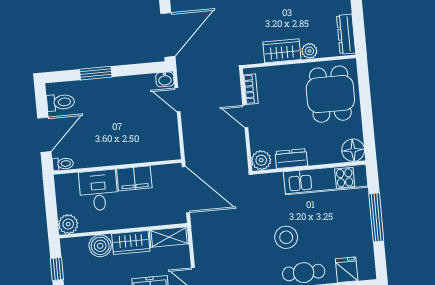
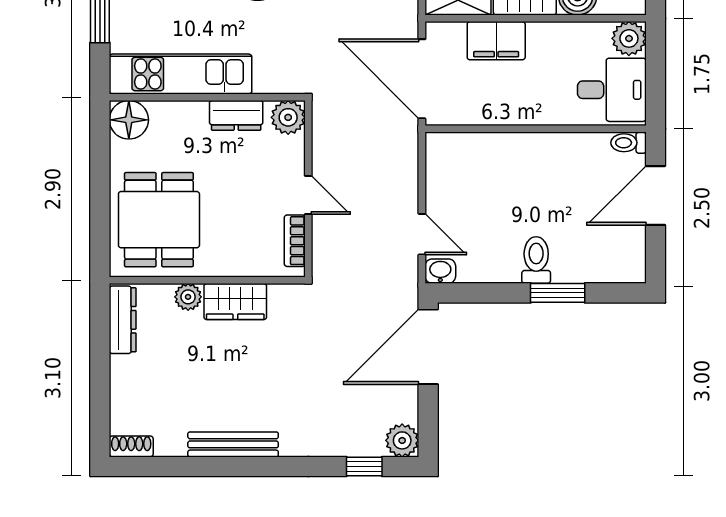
toilet: (61, 102) -> (536, 260), moved, turned 90
filing cabinet: (134, 178) -> (496, 41), moved, turned 180
desk: (99, 190) -> (612, 90), moved, turned -90

